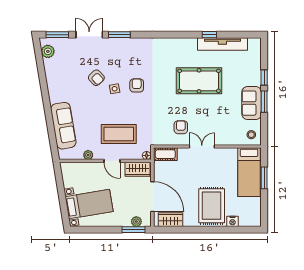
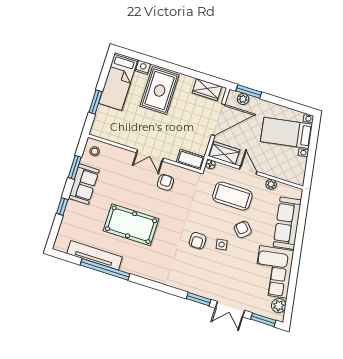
window: (209, 35) -> (105, 269), width x3.17
armchair: (96, 78) -> (243, 229), moved
corner sofa: (62, 79) -> (273, 272), added
window: (264, 102) -> (75, 167), moved
armchair: (181, 127) -> (165, 182), turned 180
bed: (249, 172) -> (118, 81), moved, turned 180
door: (152, 197) -> (218, 120), swing flipped

